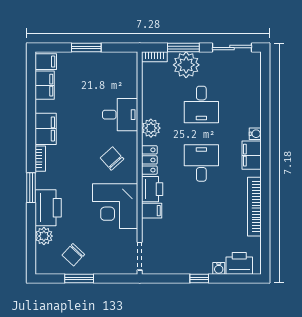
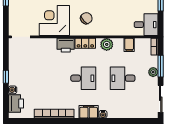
plant: (186, 65) -> (153, 72), width x0.53, depth x0.53
desk: (120, 115) -> (146, 25), moved, turned -90
filing cabinet: (152, 211) -> (129, 45), moved

